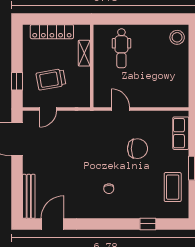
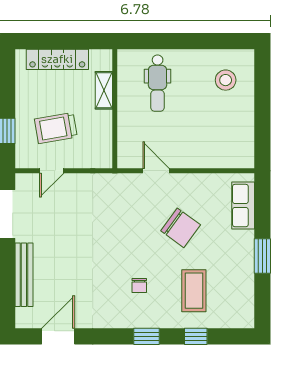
stool: (177, 37) -> (226, 80), moved
chair: (137, 149) -> (181, 228), turned 36
coffee table: (173, 187) -> (194, 291), moved
bench: (29, 196) -> (24, 275), moved
window: (114, 224) -> (146, 336), added

